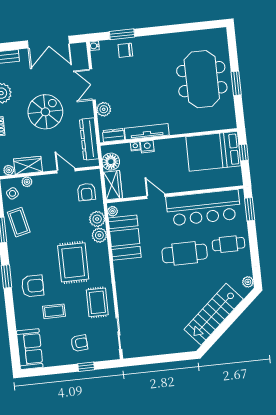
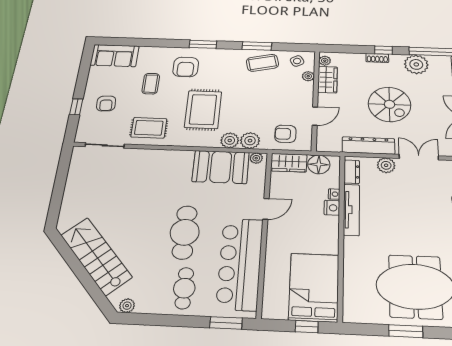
dresser: (89, 139) -> (368, 145), moved
rug: (73, 262) -> (203, 110), turned 90

